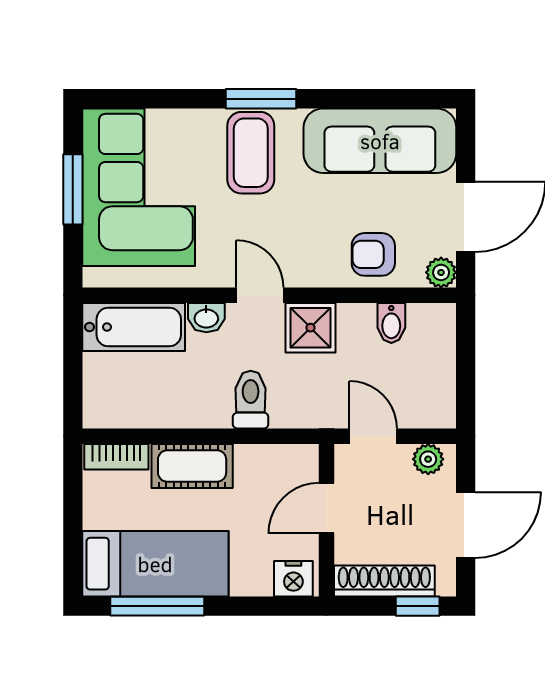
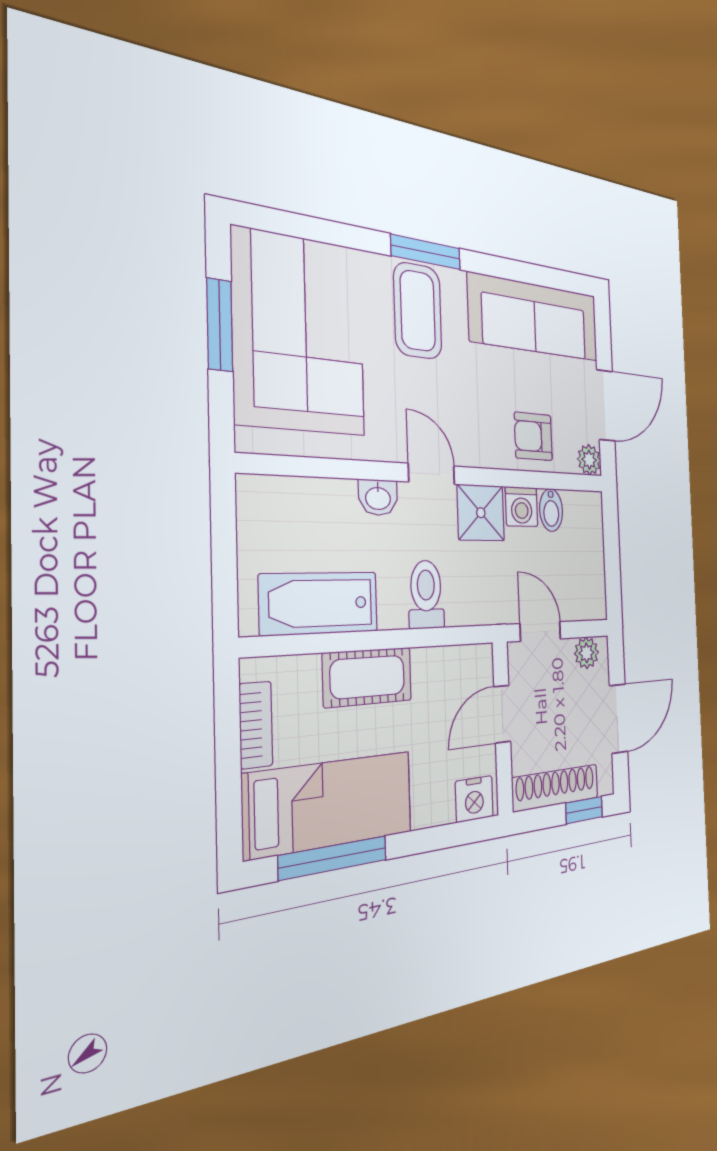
washing machine: (356, 321) -> (522, 507), added
bathtub: (134, 327) -> (320, 603), moved, turned 180
bookcase: (116, 457) -> (256, 725), moved, turned -90

